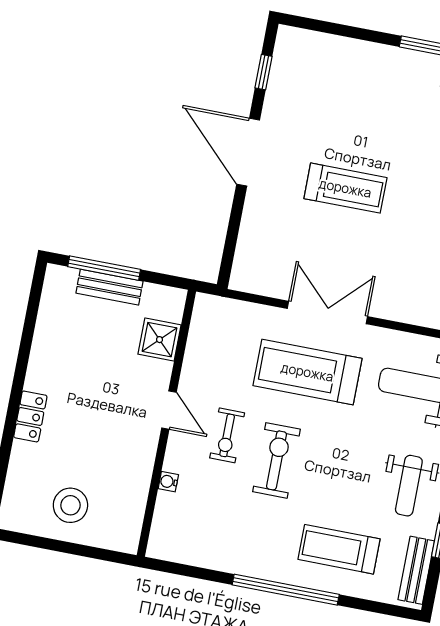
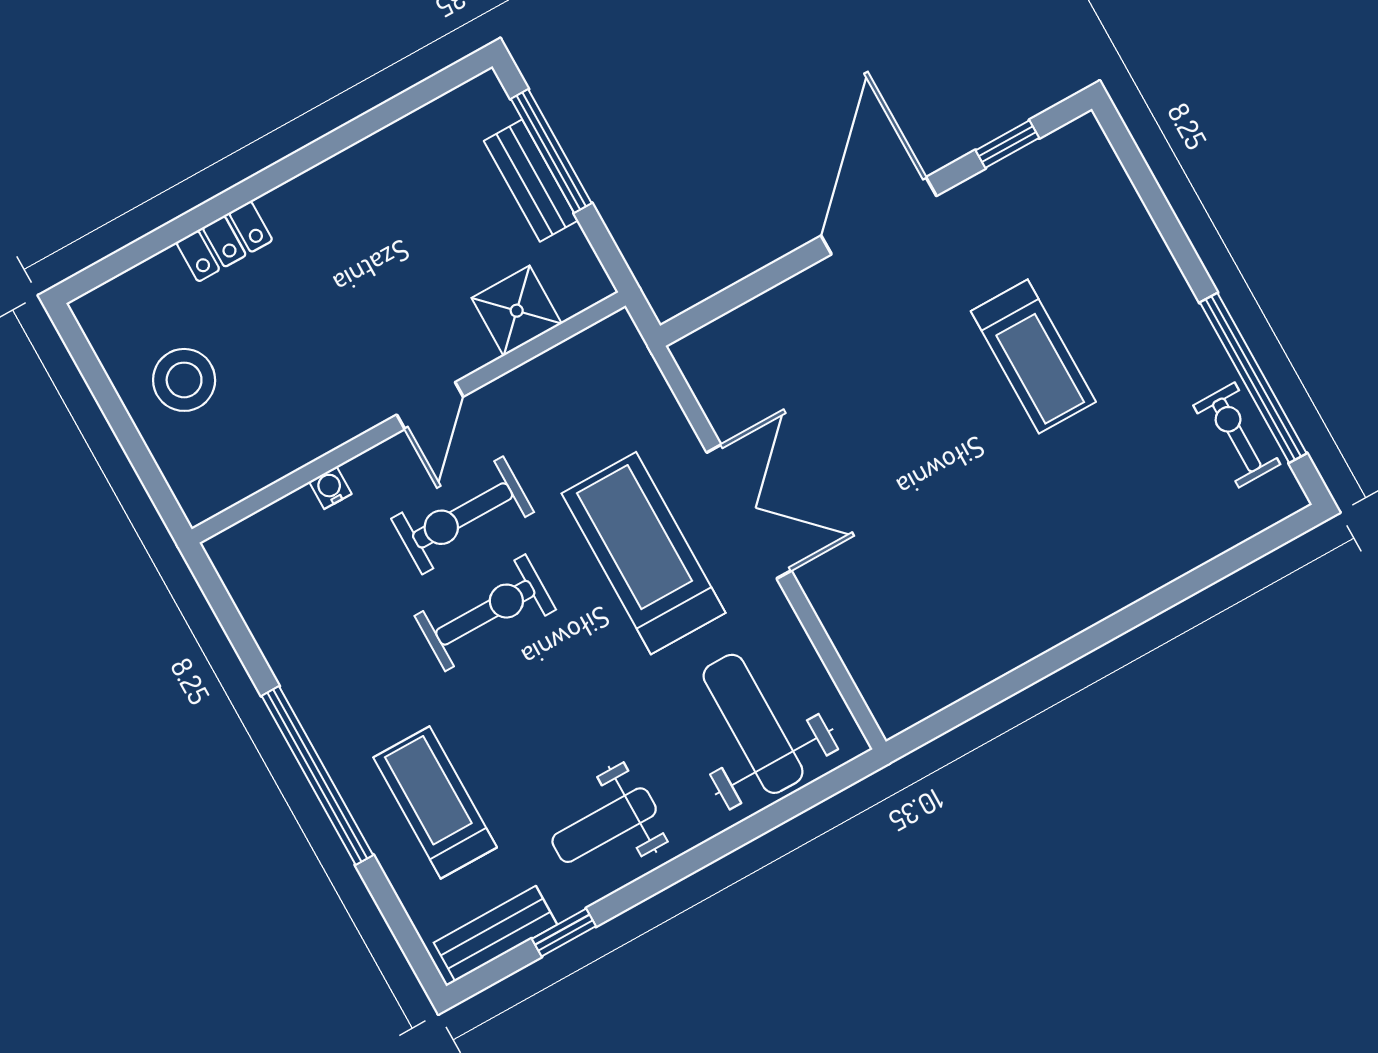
treadmill: (345, 188) -> (1033, 357), moved
locker: (30, 416) -> (224, 241), moved
exercise bike: (227, 435) -> (463, 515), width x1.38, depth x1.39

